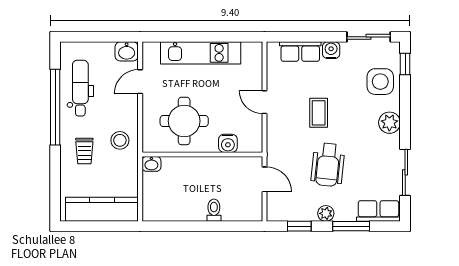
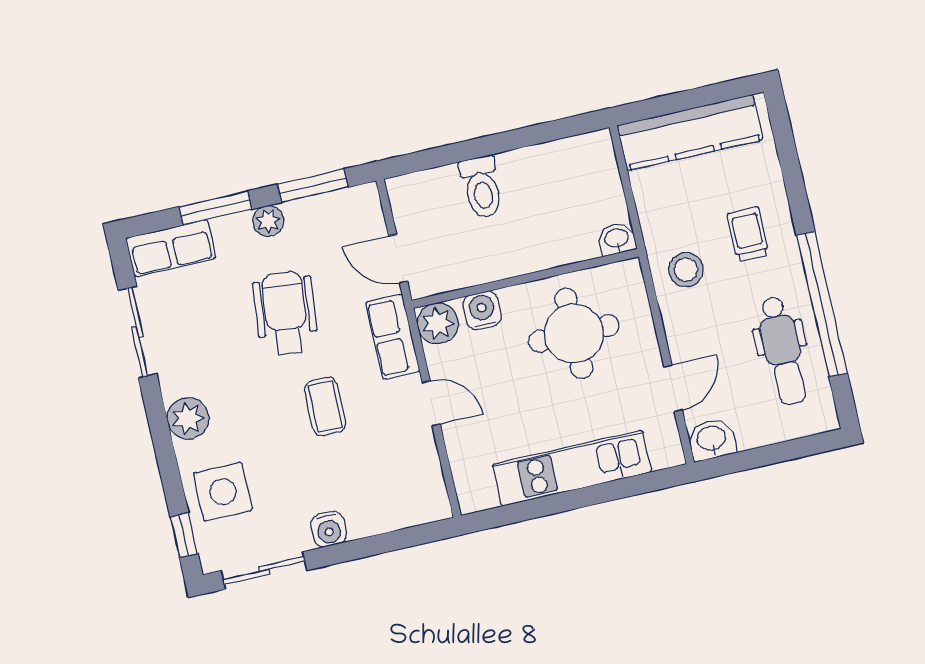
row of seats: (300, 52) -> (393, 337), moved, turned -90
plant: (252, 142) -> (438, 323), added
toilet: (214, 210) -> (482, 187), width x1.37, depth x1.39
window: (299, 226) -> (313, 186), width x1.50

